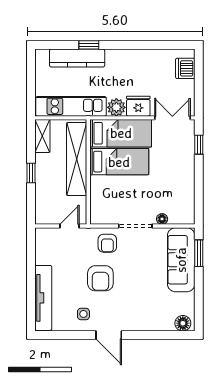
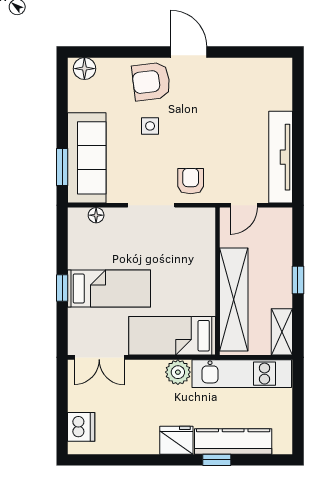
fridge: (138, 106) -> (176, 440), moved, turned 180
window: (199, 145) -> (62, 288), moved
bed: (119, 162) -> (109, 288), moved, turned 180
floor lamp: (162, 219) -> (96, 215), moved
armchair: (100, 278) -> (151, 81), moved, turned -97
tv unit: (43, 298) -> (281, 157), moved
side table: (83, 314) -> (150, 126), moved

